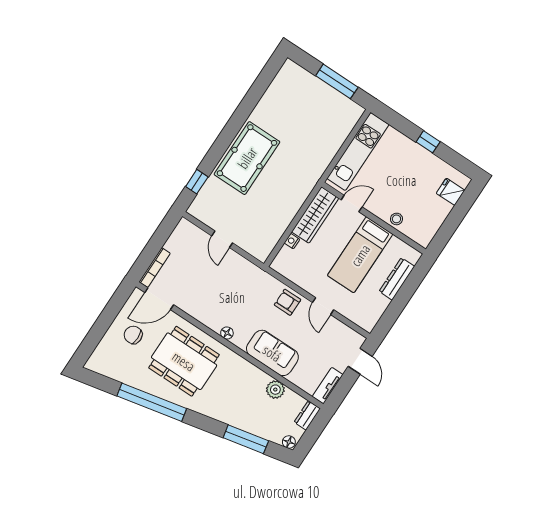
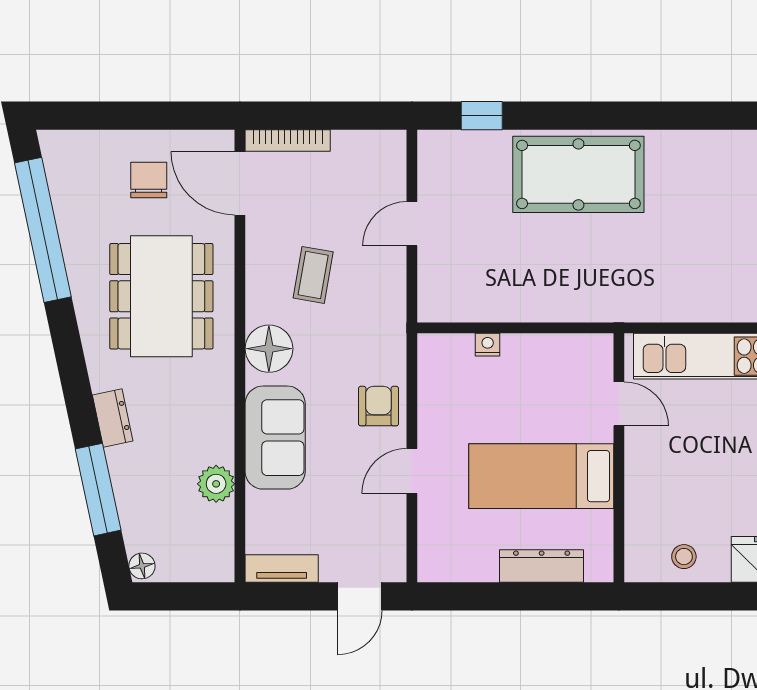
wardrobe: (315, 215) -> (558, 355), removed
stool: (396, 219) -> (684, 557), moved
coffee table: (216, 294) -> (313, 275), added
floor lamp: (227, 333) -> (269, 349), width x1.89, depth x1.89
window: (152, 402) -> (43, 230), moved
dresser: (307, 415) -> (113, 418), moved, turned 78

